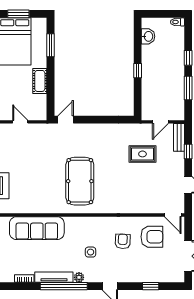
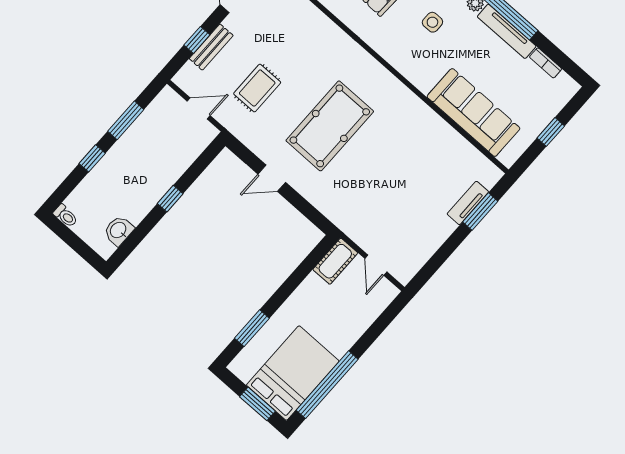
cot: (40, 81) -> (335, 261), moved
door: (66, 120) -> (272, 178), moved
bench: (179, 137) -> (211, 47), moved
rug: (142, 154) -> (257, 88), turned 90
pool table: (80, 181) -> (330, 126), moved

